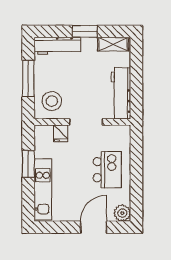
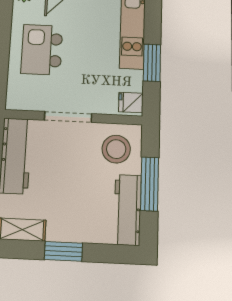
workbench: (57, 46) -> (127, 210), moved, turned -90
fridge: (61, 133) -> (131, 102), moved, turned -90

